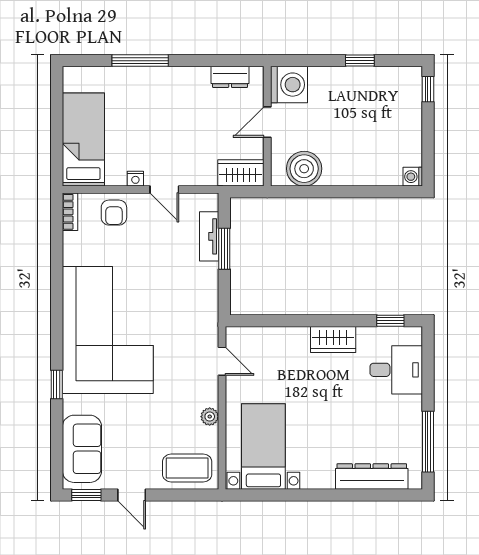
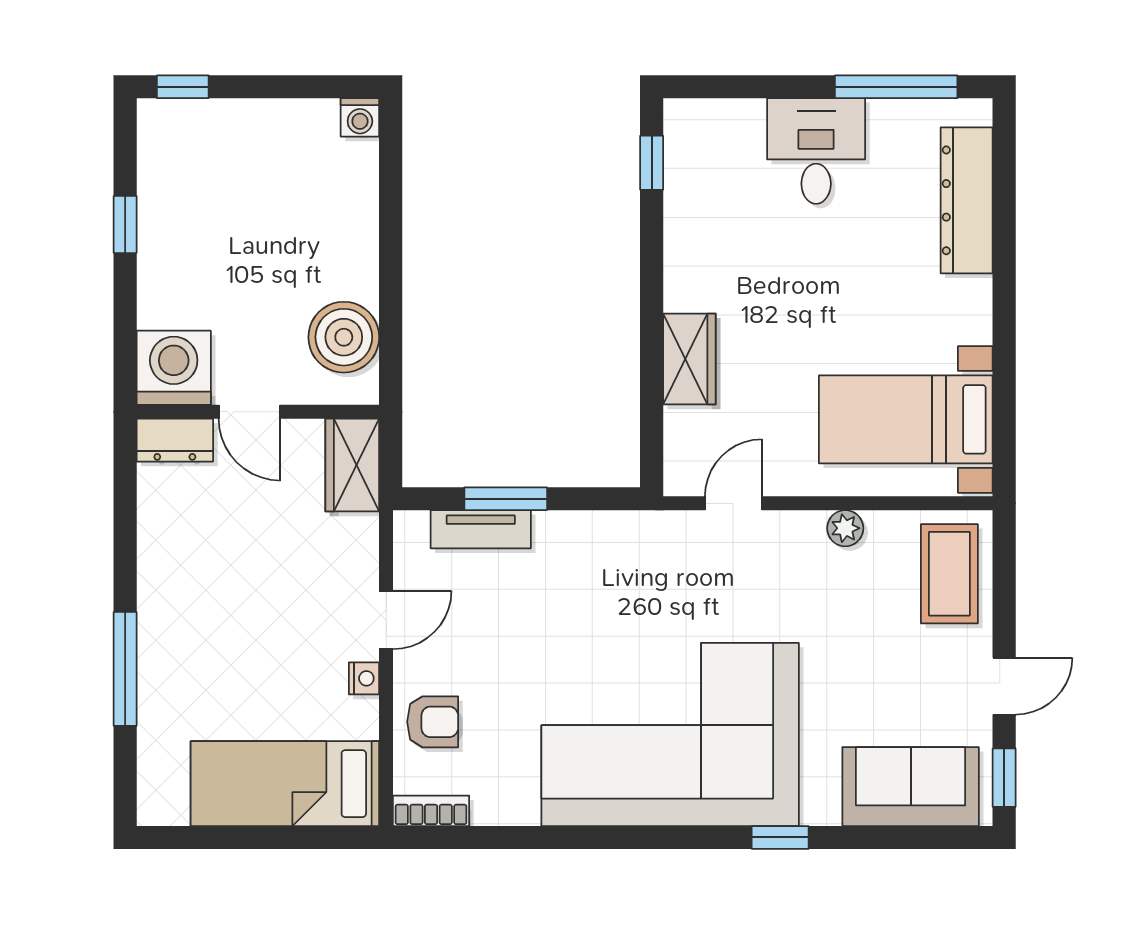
dresser: (230, 77) -> (175, 440), moved, turned 90
wardrobe: (333, 340) -> (689, 359), moved
desk: (396, 370) -> (816, 151), moved

